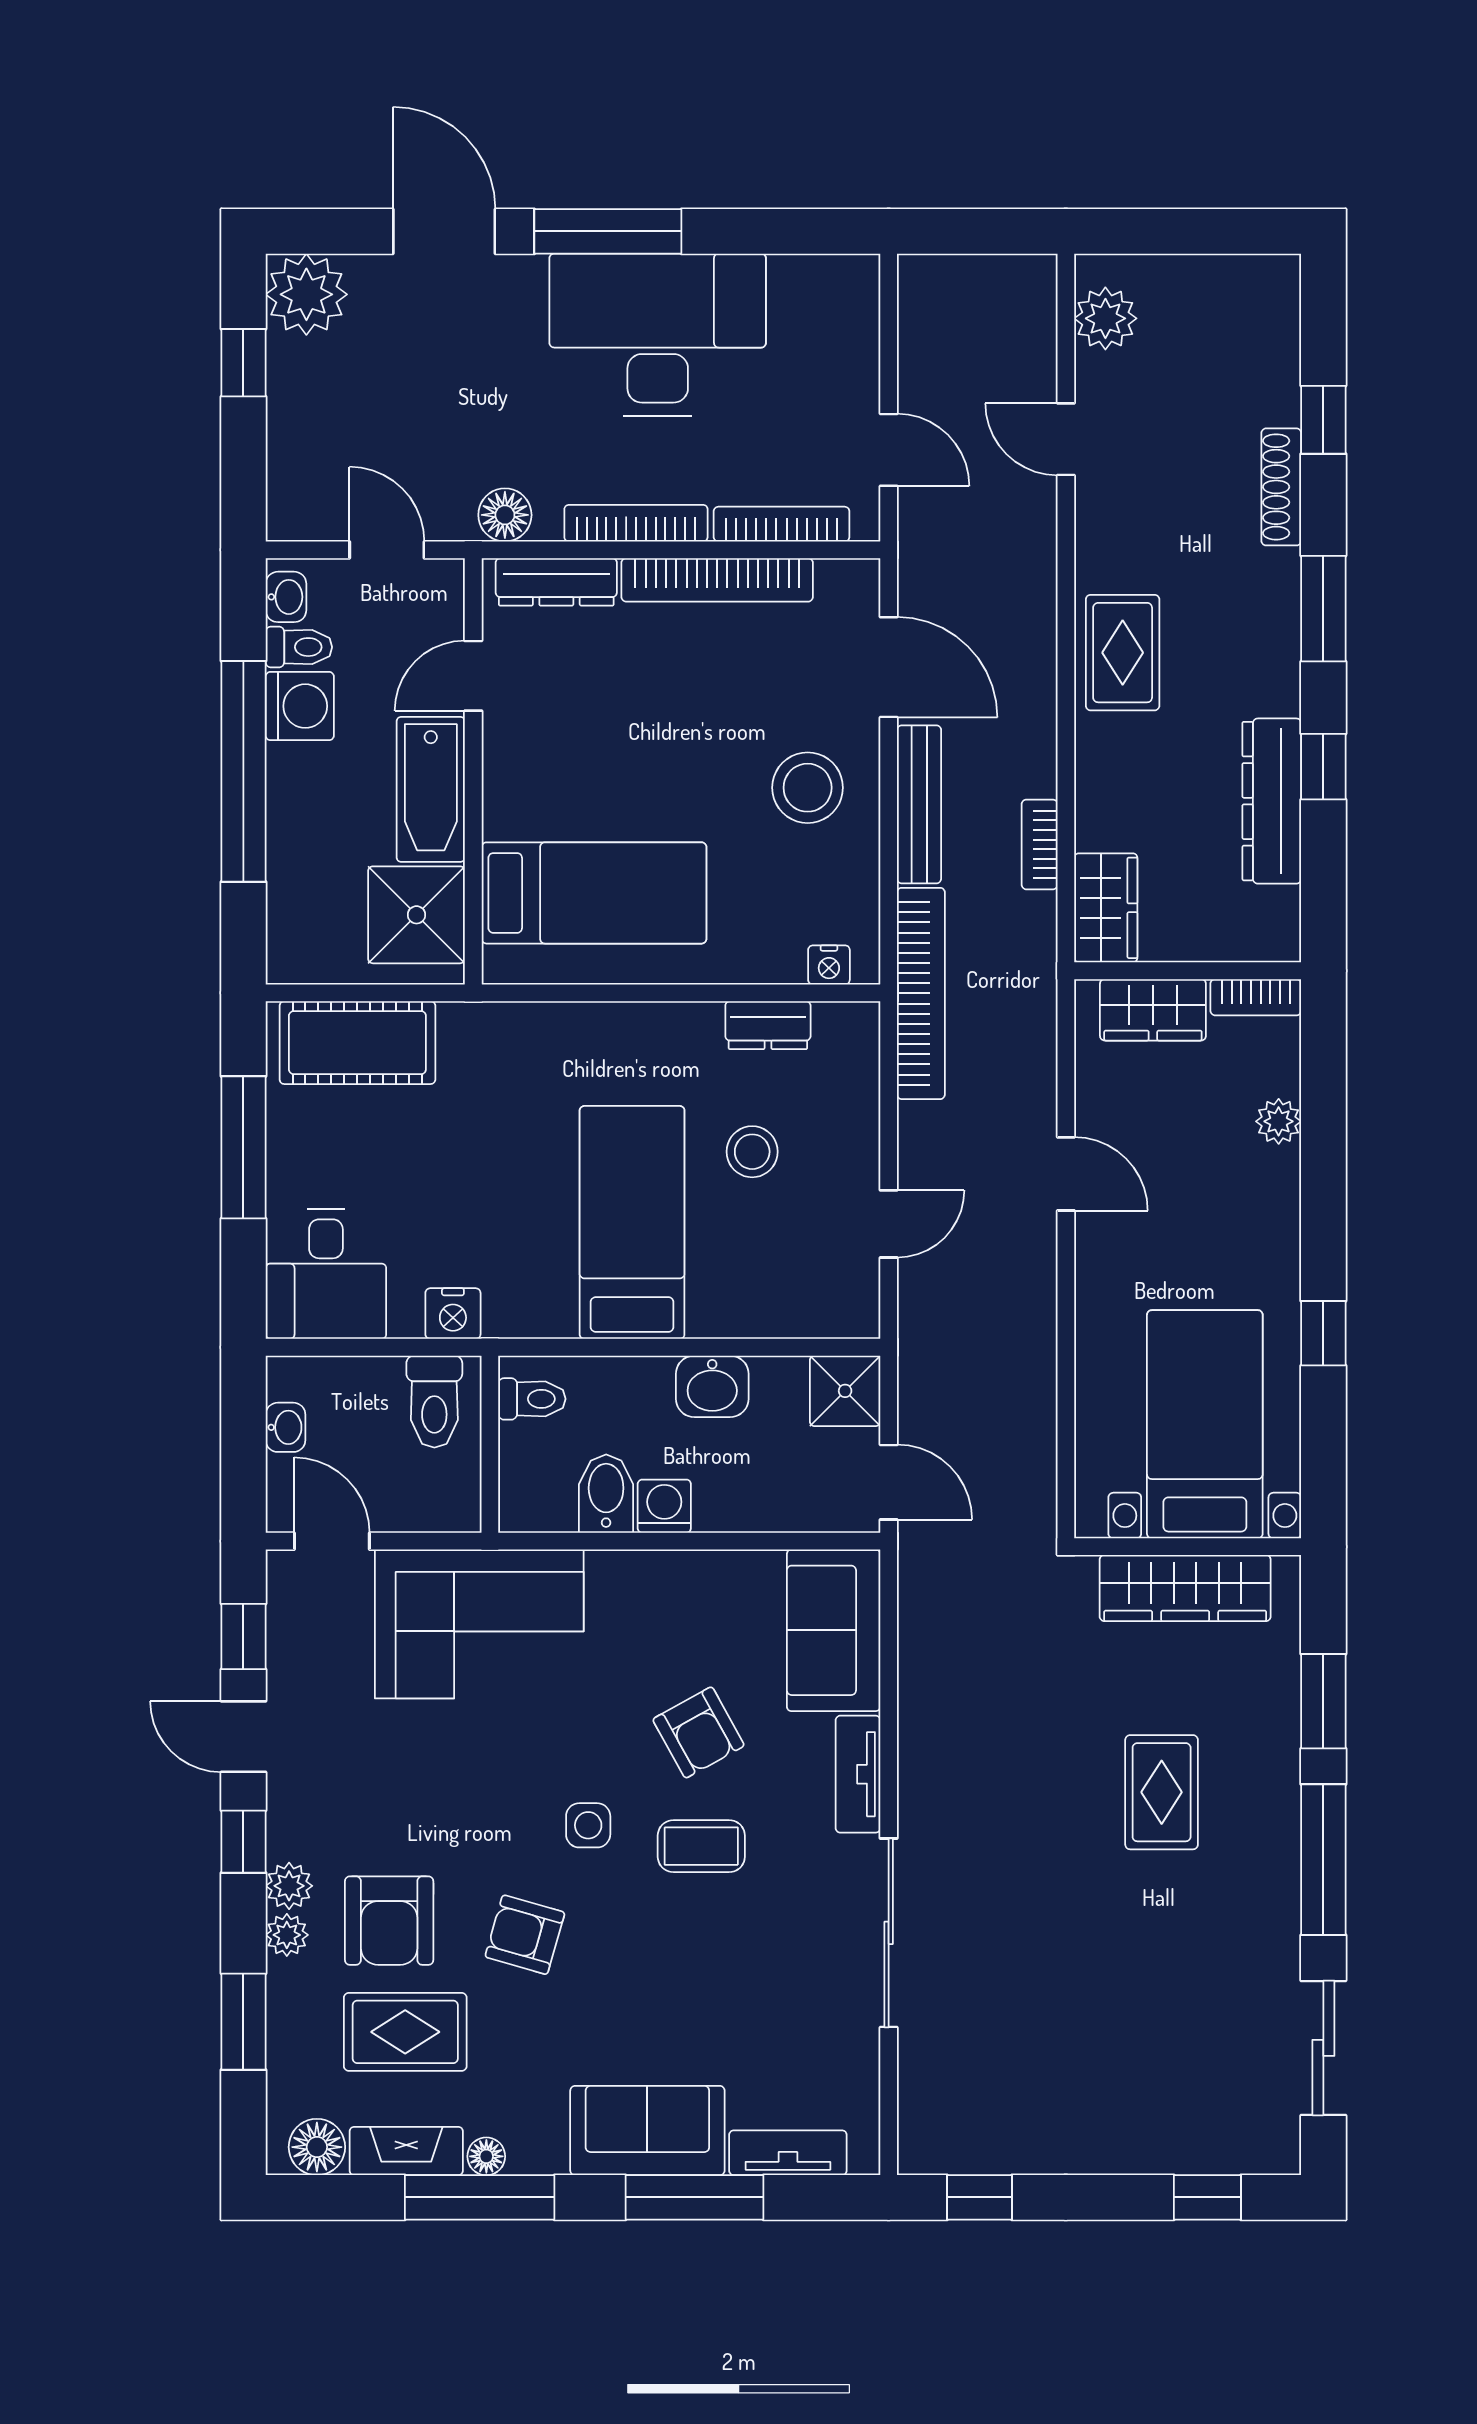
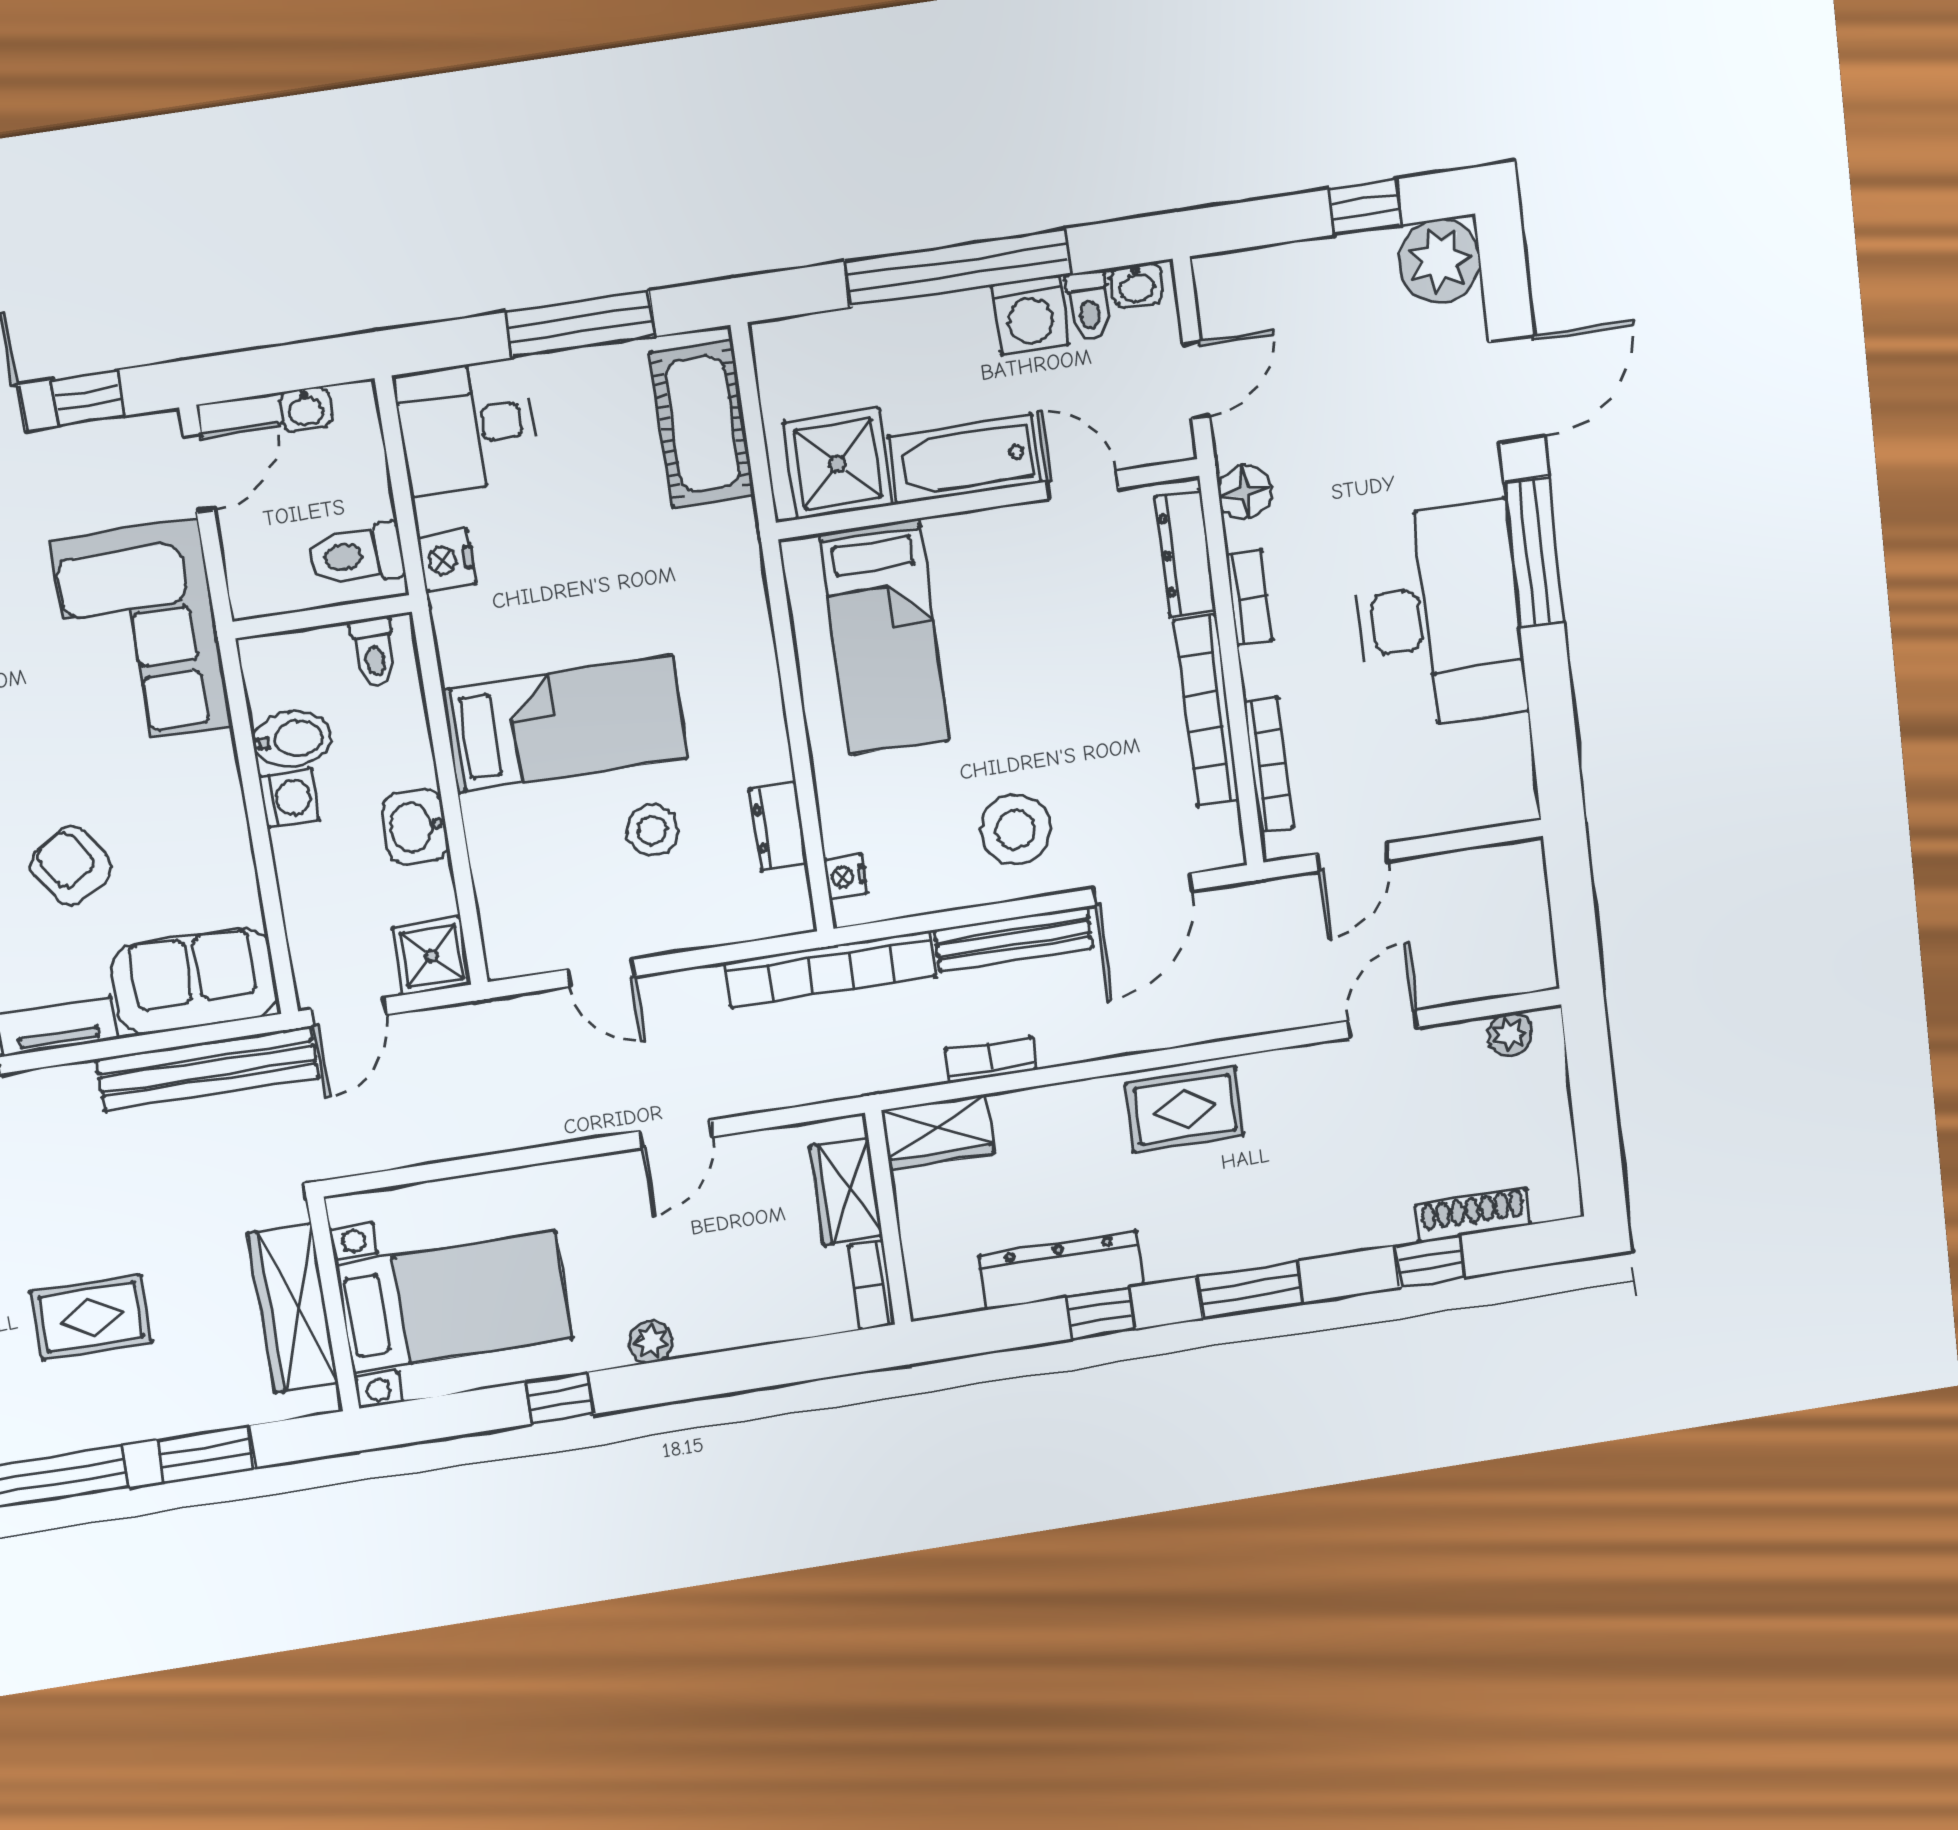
plant: (1105, 318) -> (1510, 1034), width x0.73, depth x0.73
shoe rack: (1281, 487) -> (1473, 1215), moved
bookcase: (636, 523) -> (1249, 598), width x0.64
plant: (1279, 1121) -> (651, 1341), moved
bench: (924, 1632) -> (207, 1069), added
armchair: (699, 1732) -> (71, 866), turned 88

